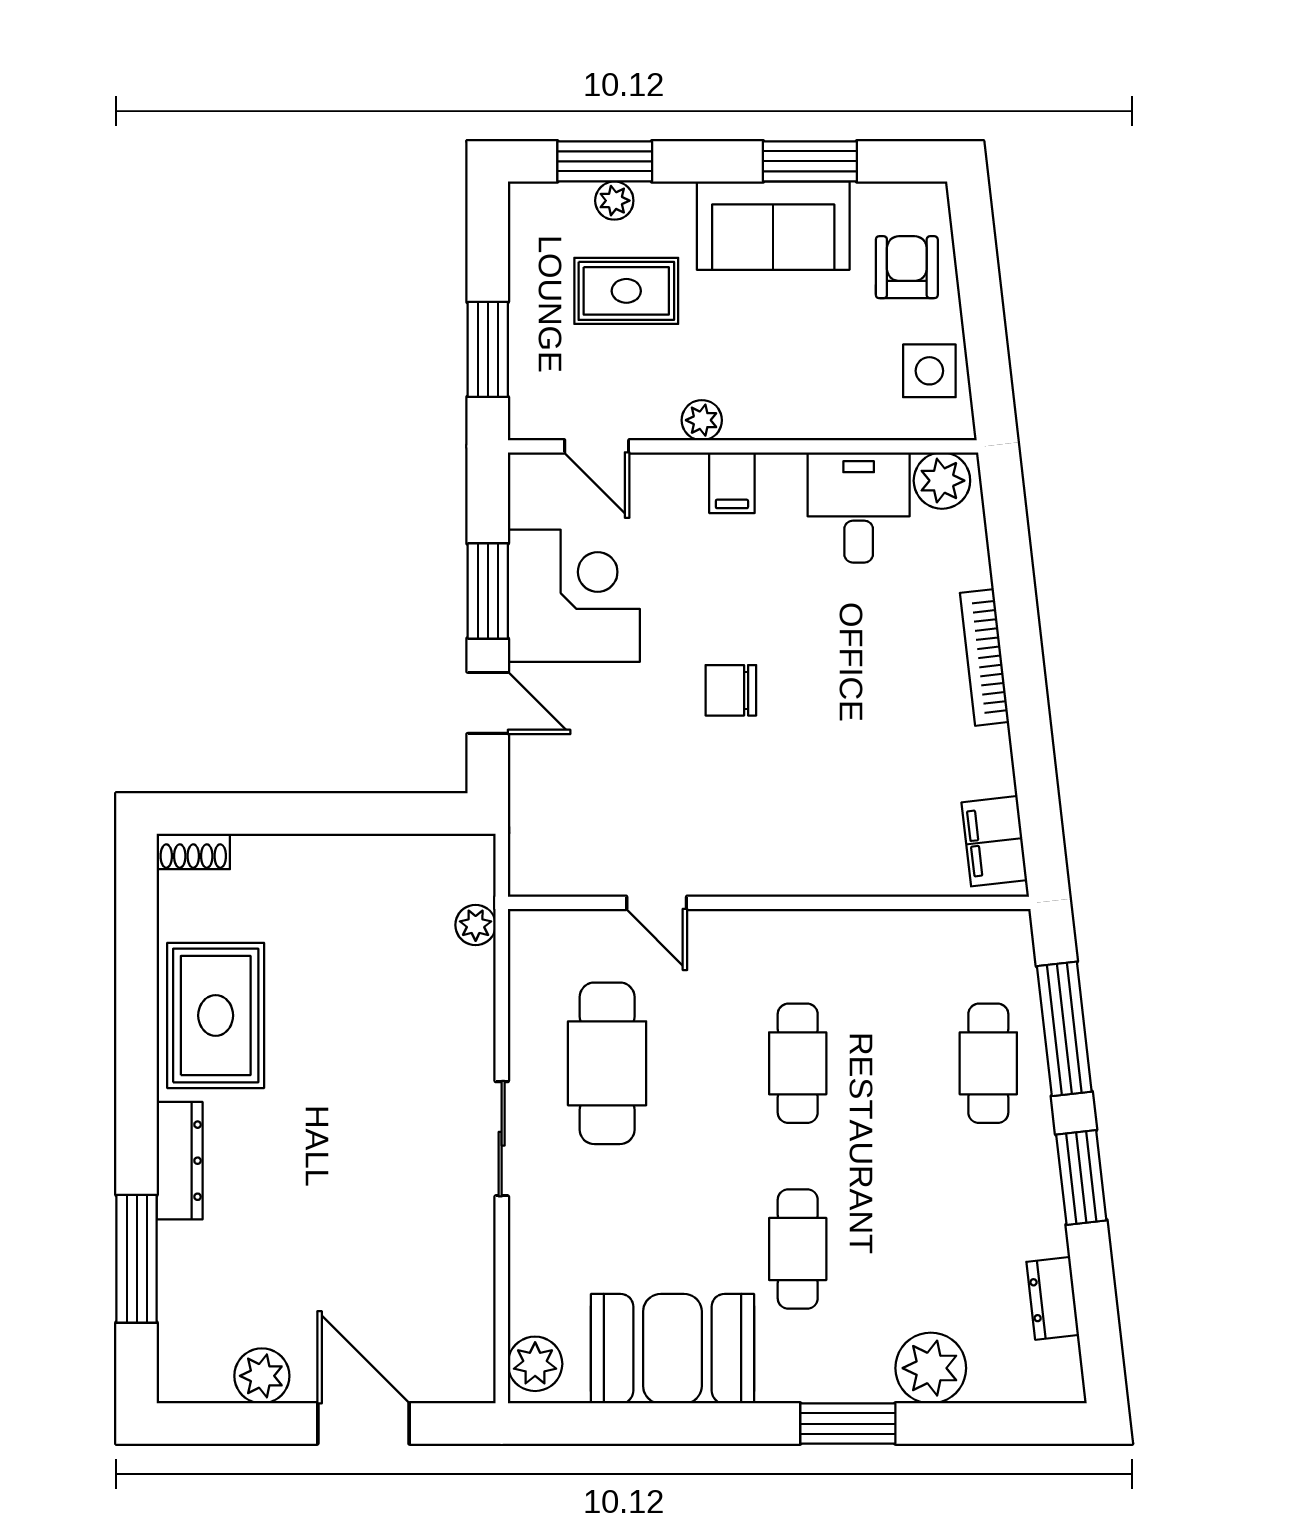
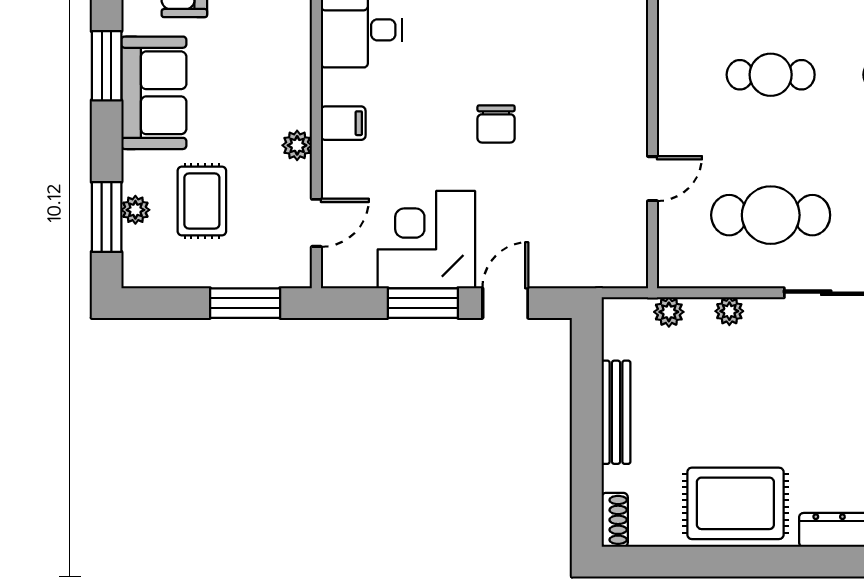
bench: (339, 853) -> (616, 412), added
plant: (477, 1007) -> (729, 311), added

